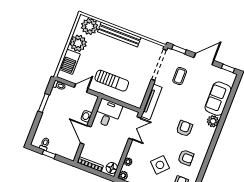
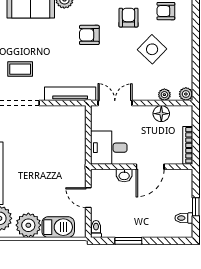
sun lounger: (112, 81) -> (62, 160), removed
floor lamp: (112, 168) -> (161, 114), moved

